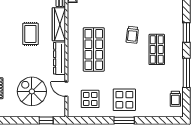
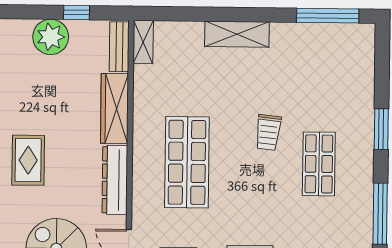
rug: (30, 34) -> (28, 160), moved

